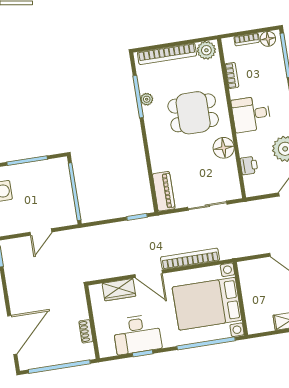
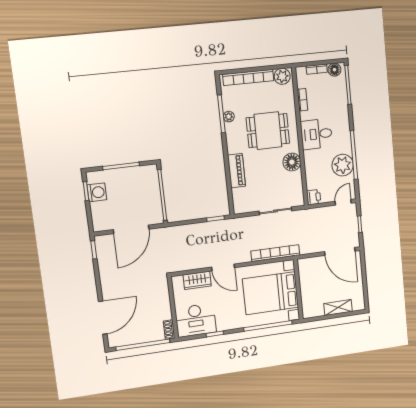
printer: (249, 165) -> (314, 197), moved
piano: (164, 191) -> (237, 171), moved
door: (41, 232) -> (131, 229), width x1.88
bookcase: (190, 259) -> (275, 253), moved
shoe rack: (86, 331) -> (169, 330), moved
desk: (137, 334) -> (196, 320), moved

